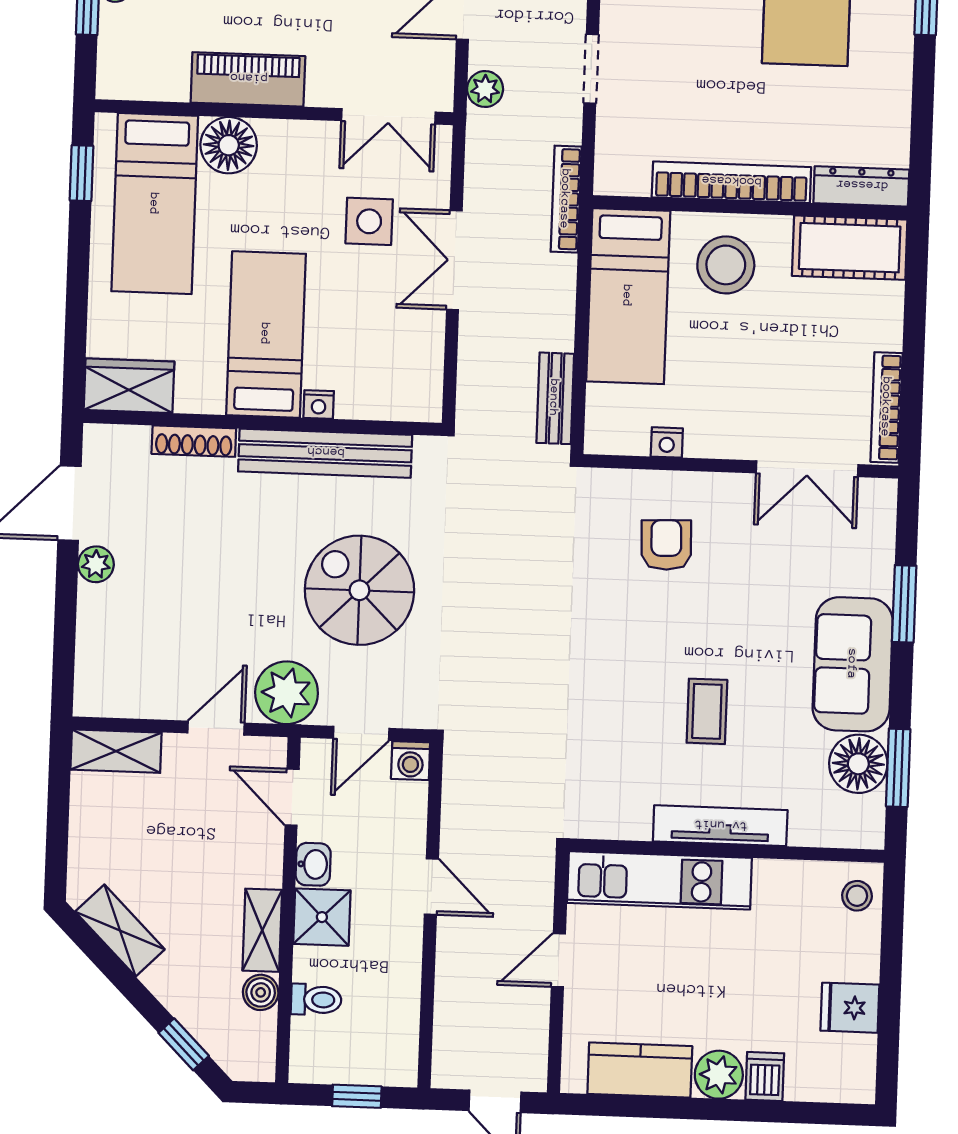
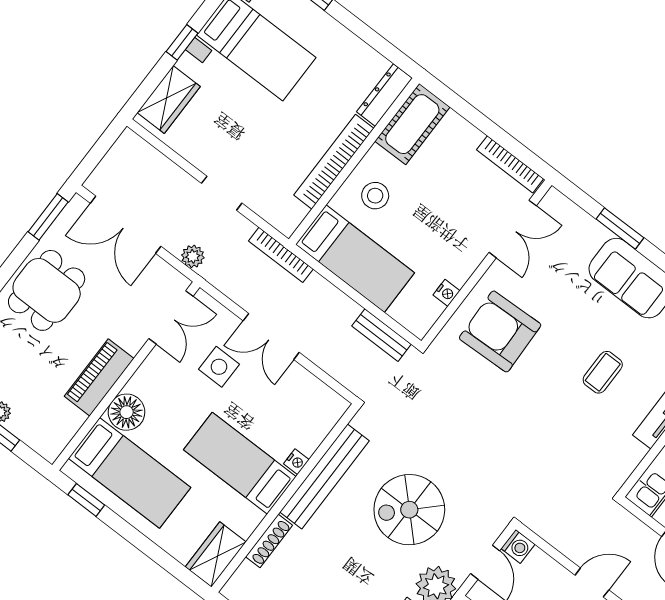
stool: (726, 265) -> (375, 196), width x0.73, depth x0.73
armchair: (666, 545) -> (500, 331), width x1.88, depth x1.88
coffee table: (707, 711) -> (603, 372), turned 90

